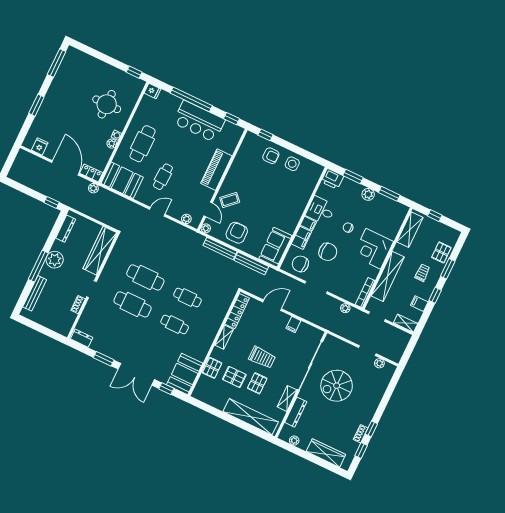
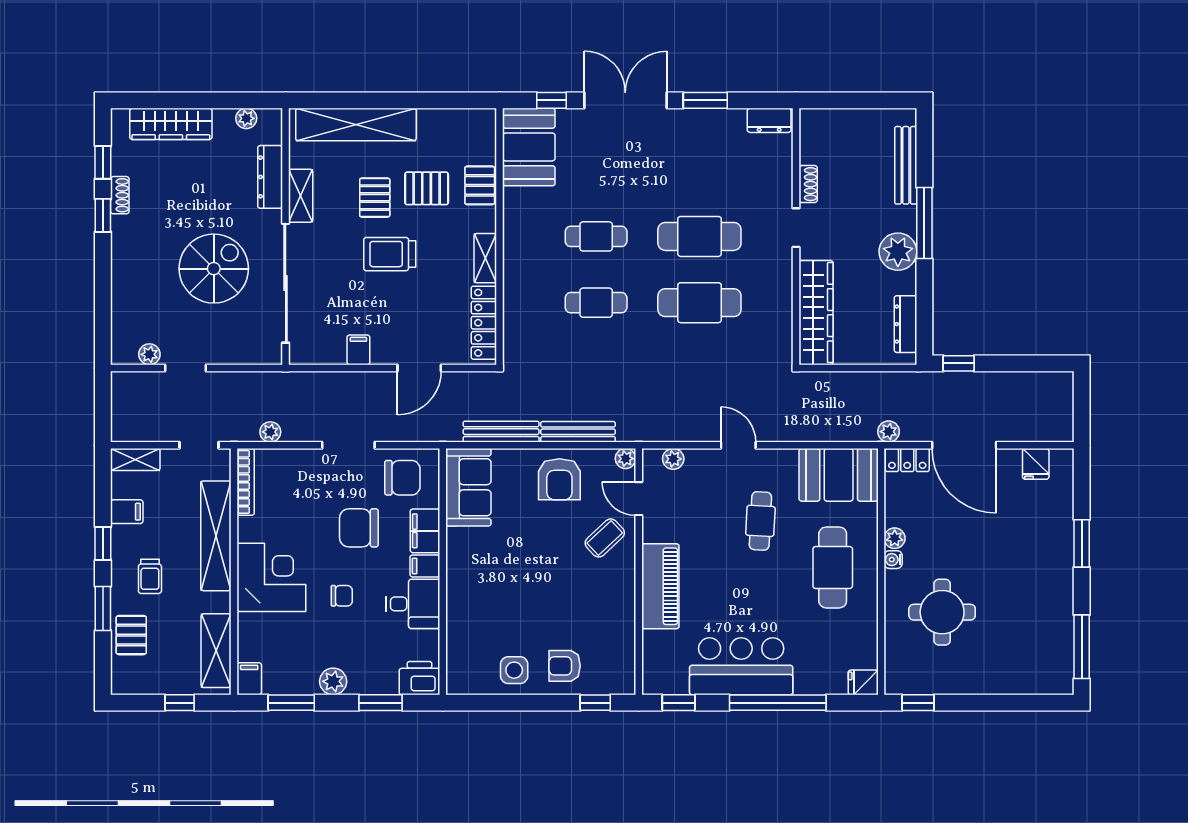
door: (157, 212) -> (738, 445), swing flipped
filing cabinet: (402, 212) -> (249, 679), added

